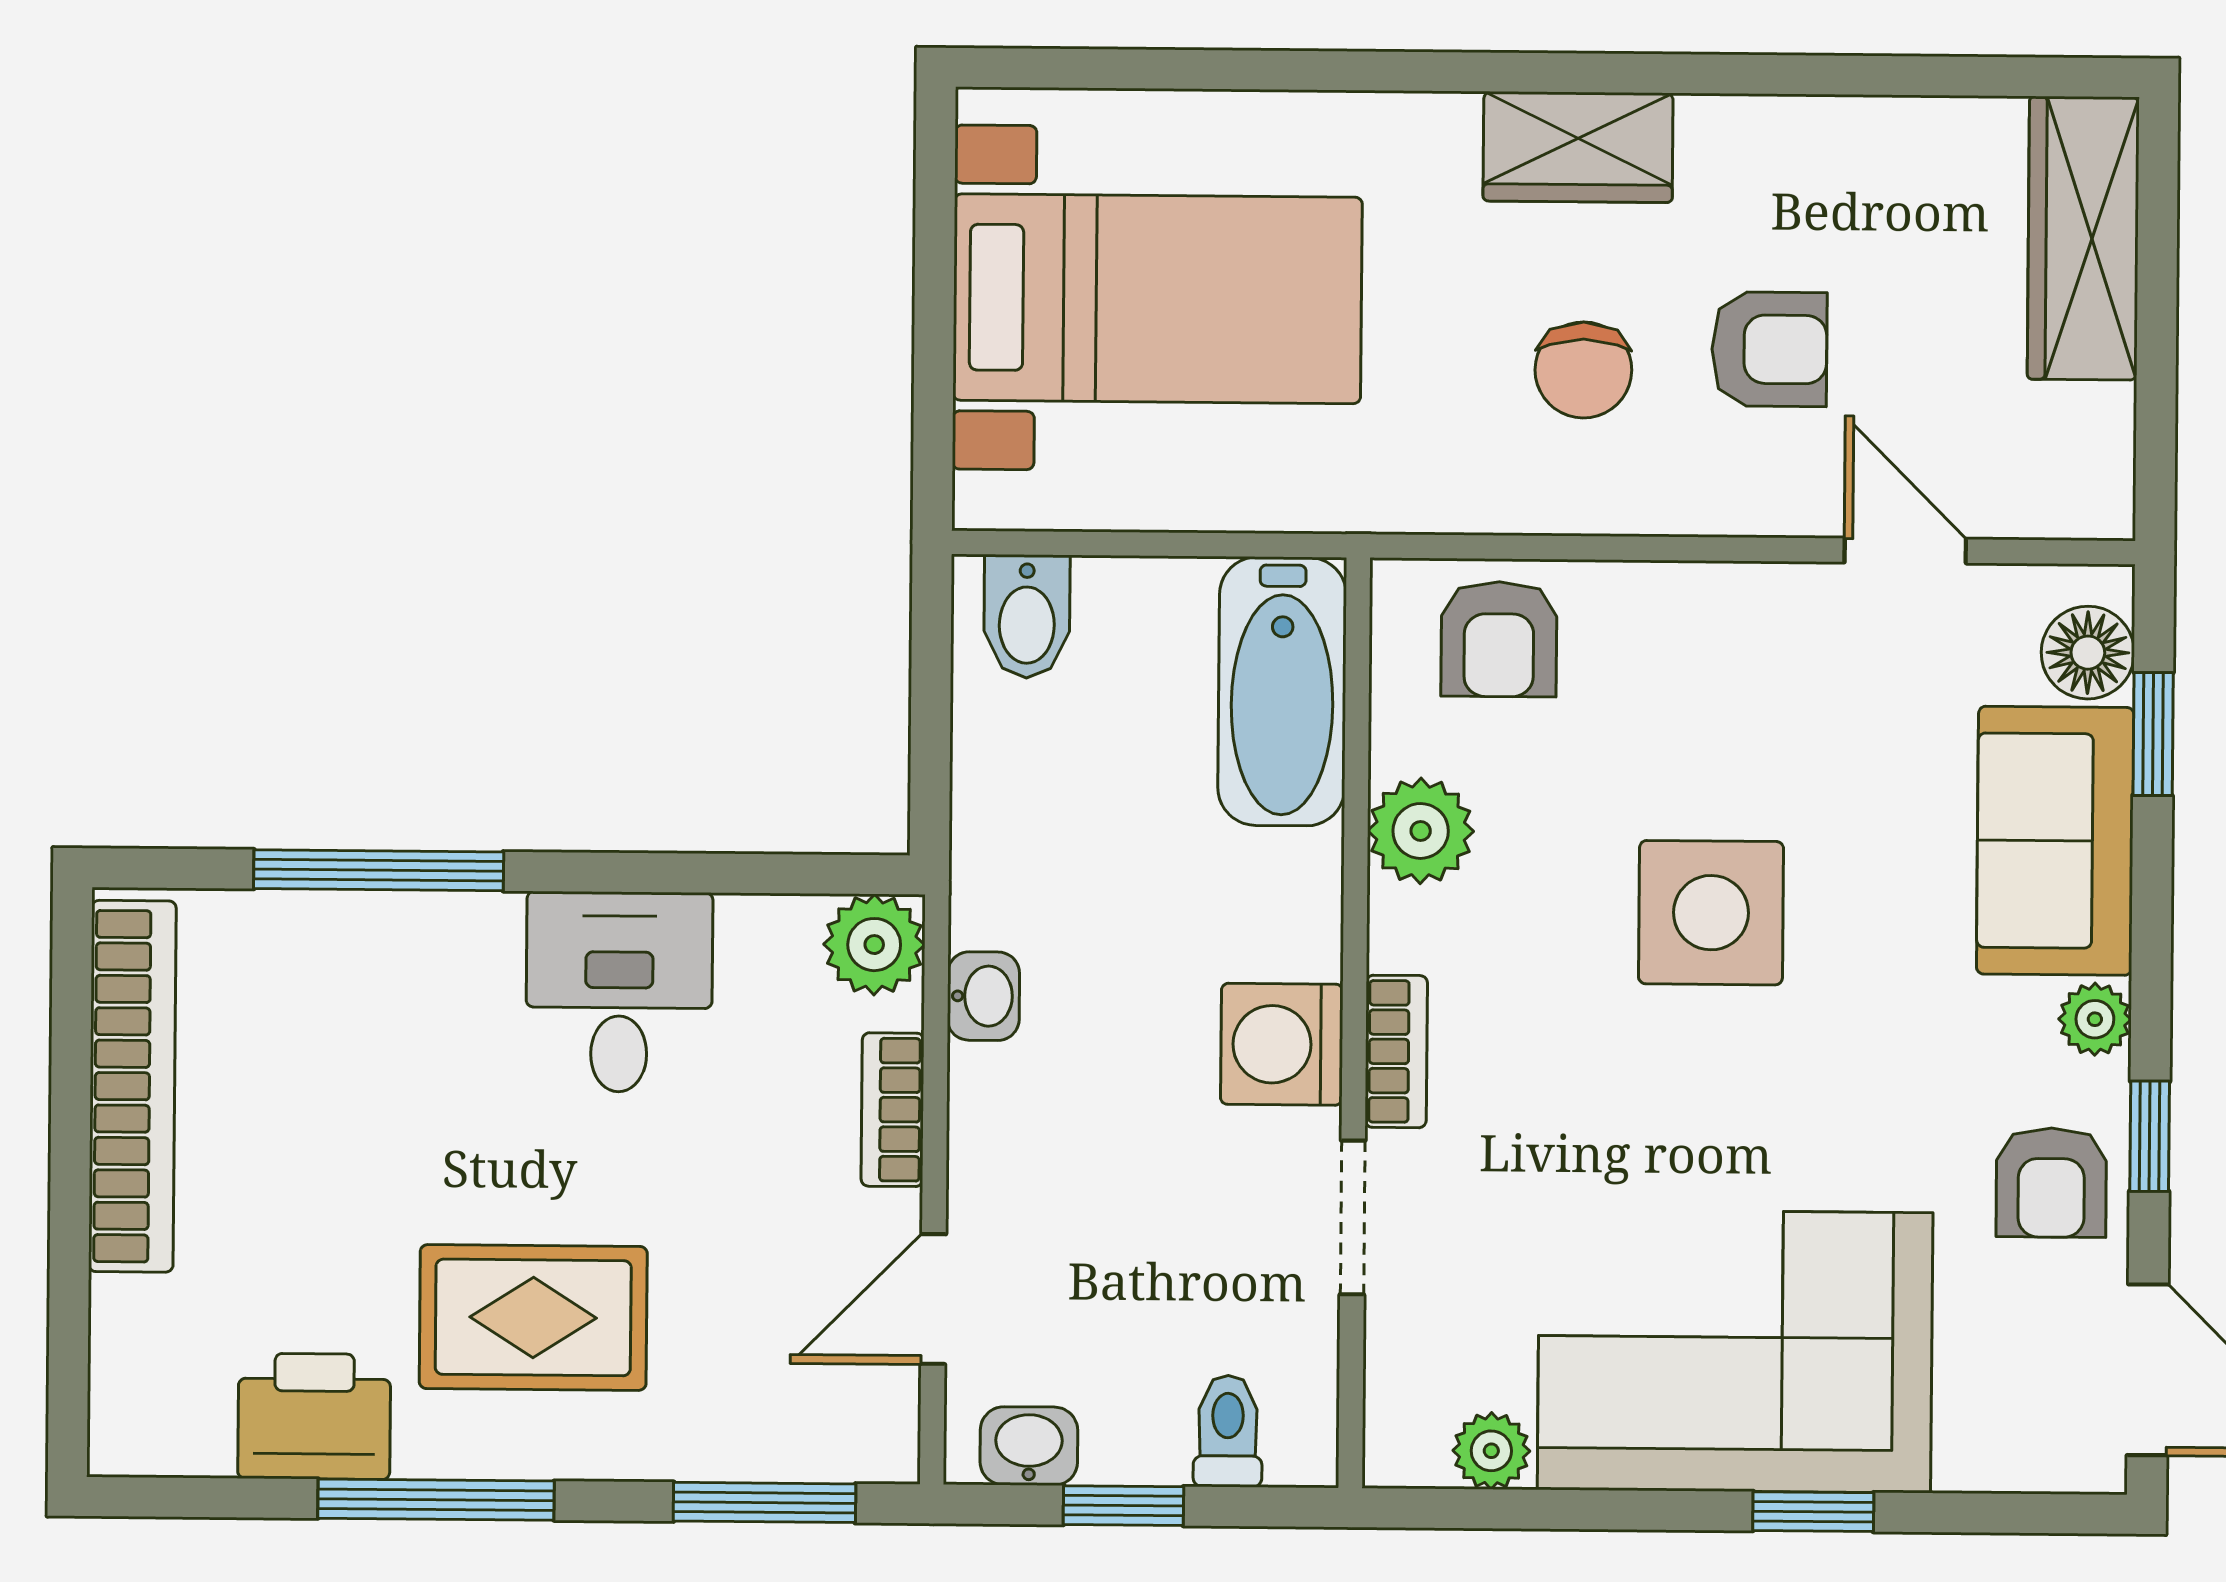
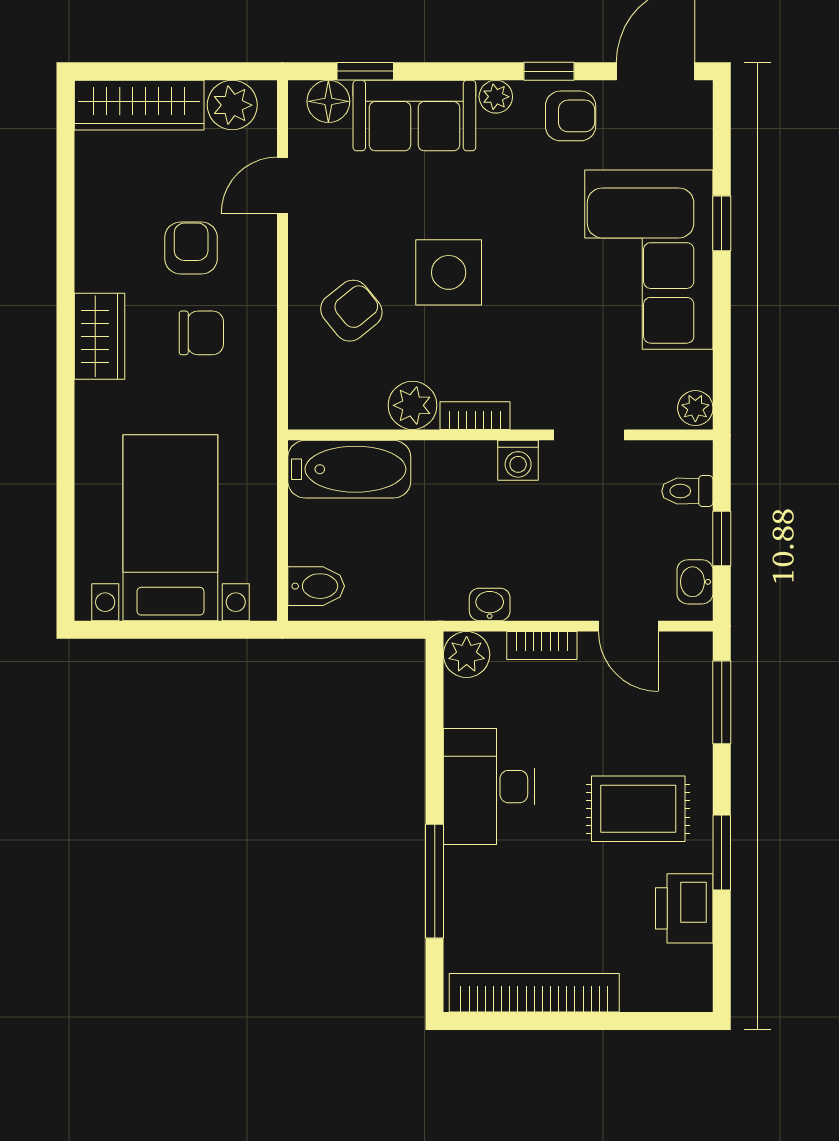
plant: (2082, 442) -> (232, 105), added
armchair: (1499, 639) -> (351, 311), moved, turned -39
desk: (619, 992) -> (489, 787), width x1.37
washing machine: (1282, 1044) -> (518, 460), width x0.73, depth x0.73
bookcase: (1396, 1051) -> (475, 416), moved
rug: (533, 1317) -> (638, 809), turned 90
plant: (1491, 1451) -> (695, 408), moved
window: (436, 1500) -> (722, 852), width x0.69

